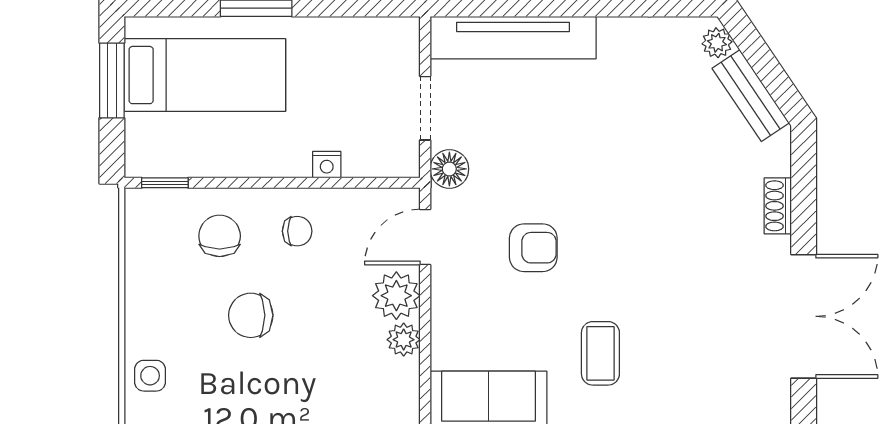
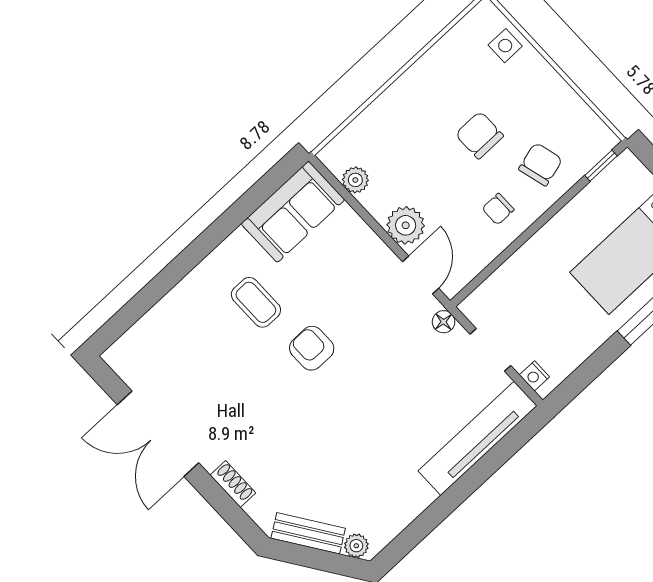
nightstand: (327, 165) -> (534, 376), moved, turned -90
floor lamp: (449, 169) -> (444, 322), width x0.73, depth x0.73
chair: (220, 236) -> (541, 164), turned -105
armchair: (533, 248) -> (312, 348), moved, turned 90
chair: (251, 315) -> (479, 135), turned -90
plant: (404, 340) -> (355, 180), moved

